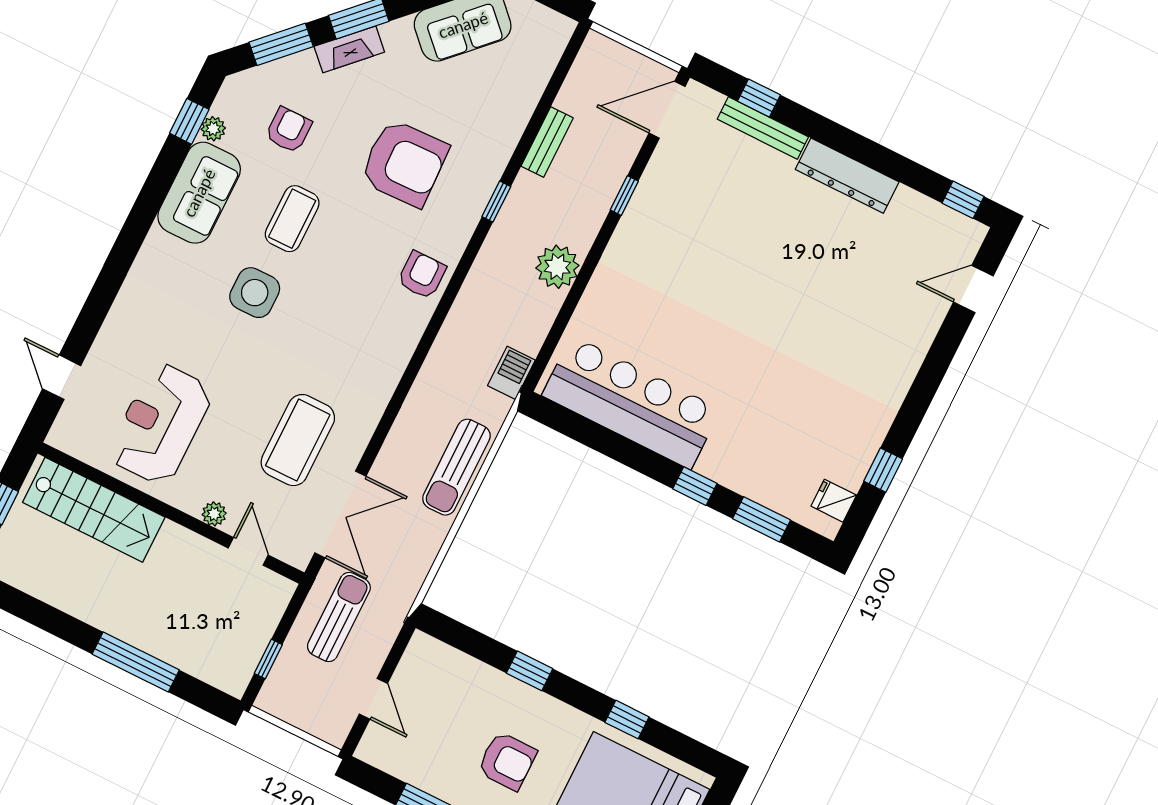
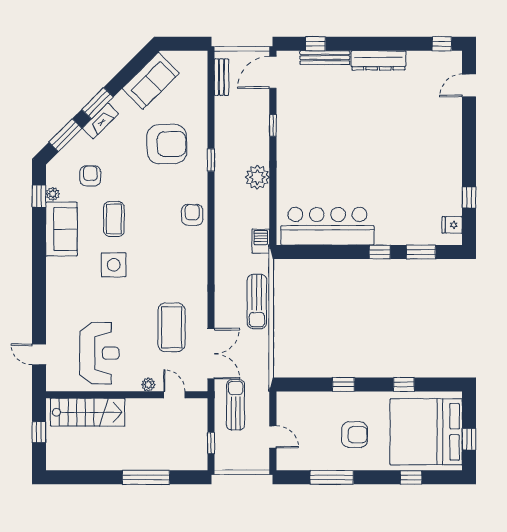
bench: (547, 142) -> (221, 77), moved
armchair: (404, 163) -> (167, 144), moved
reception desk: (160, 424) -> (99, 353), turned 180

